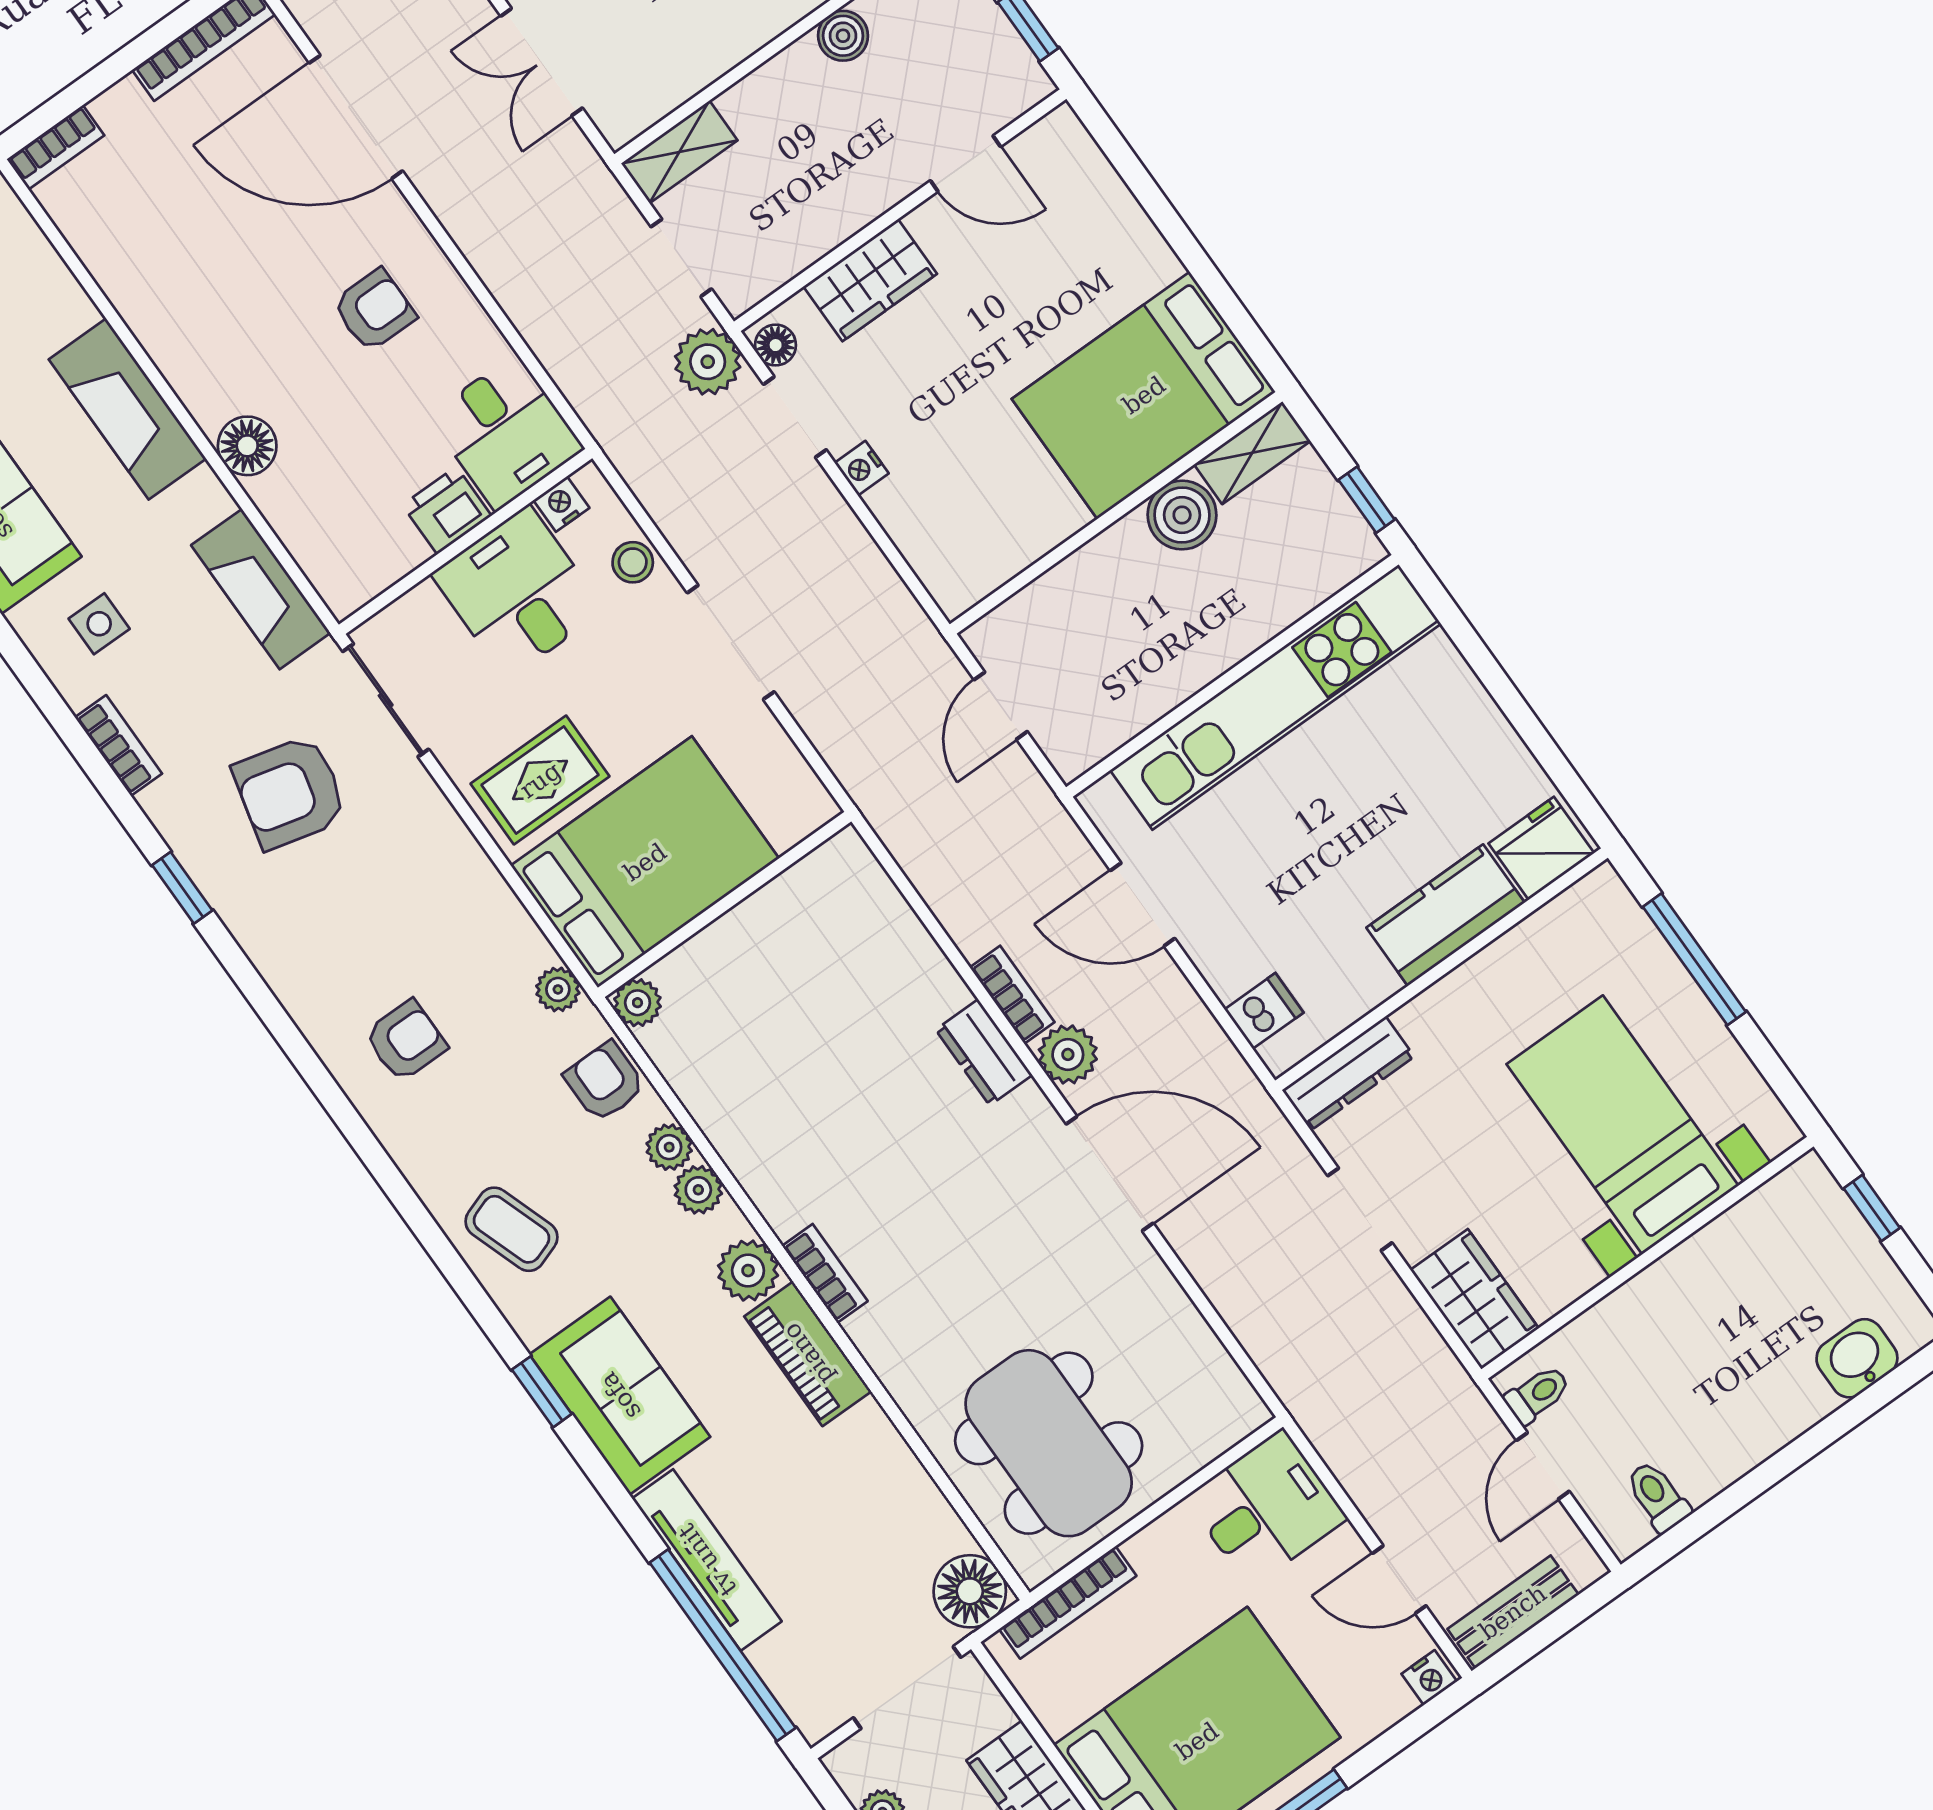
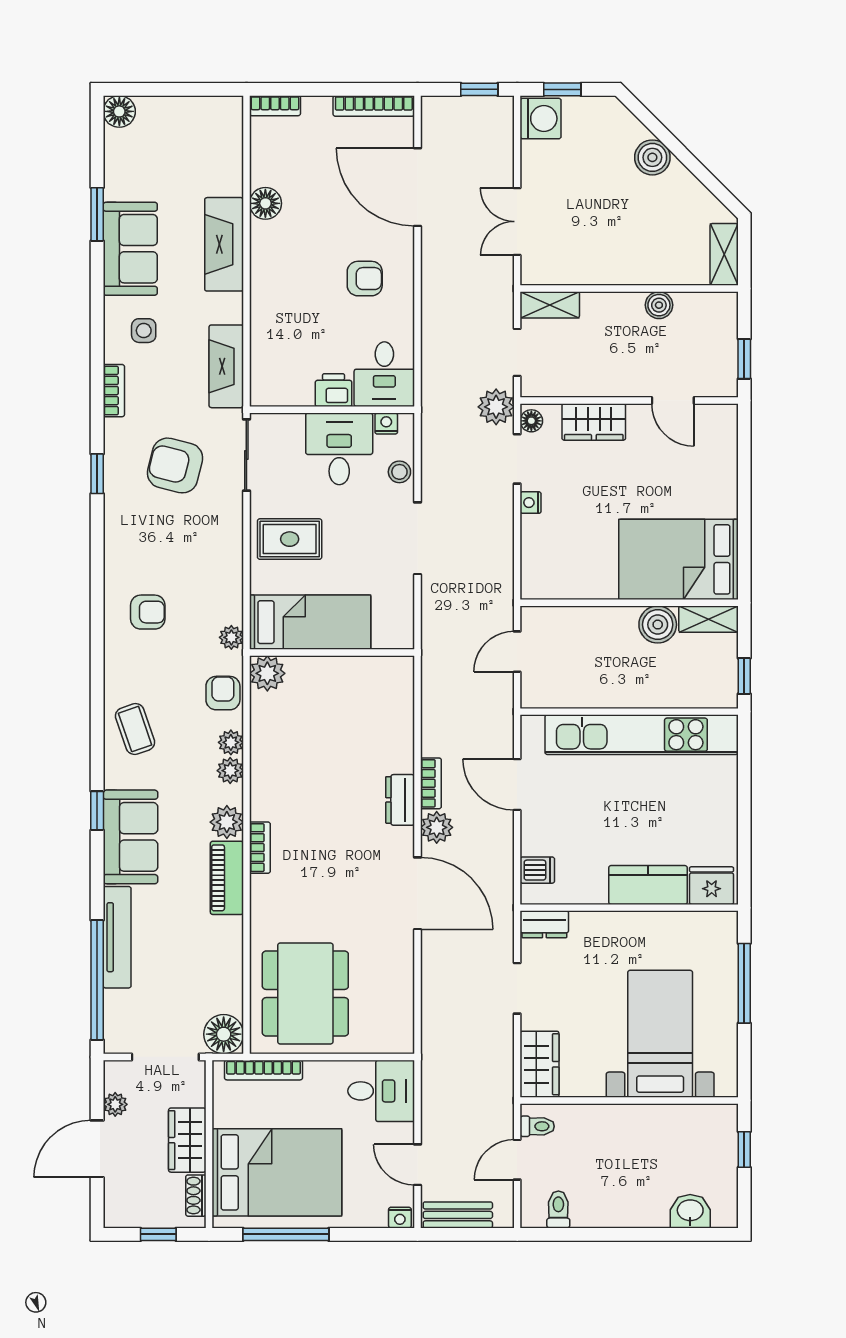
floor lamp: (247, 446) -> (265, 203), moved
bed: (645, 862) -> (310, 622), width x0.67
plant: (638, 1003) -> (267, 673), width x1.38, depth x1.38
dresser: (1348, 1073) -> (544, 924), width x0.70

